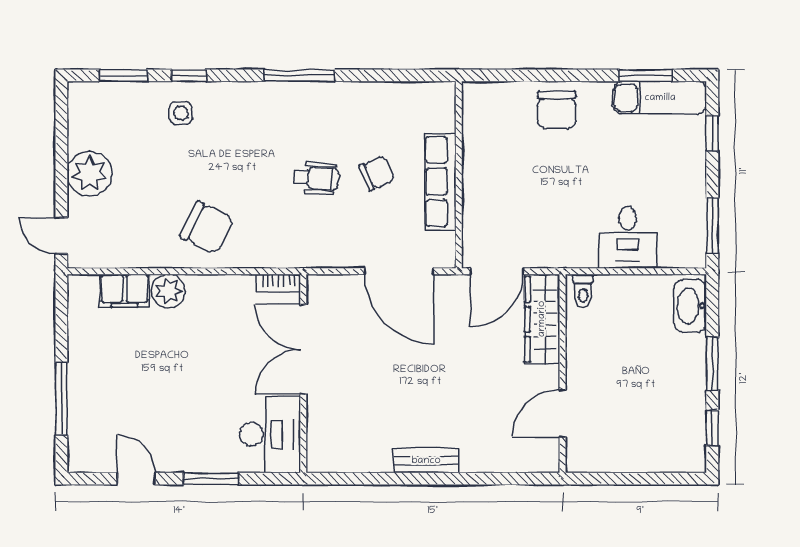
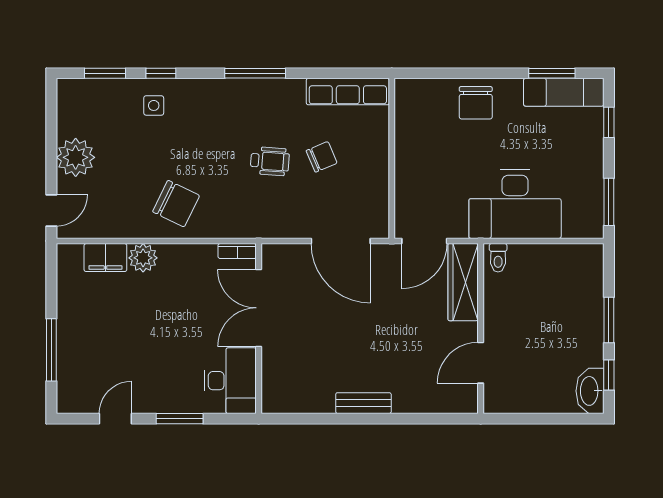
row of seats: (440, 182) -> (348, 92), moved, turned -90
door: (61, 236) -> (51, 210), swing flipped
desk: (628, 237) -> (515, 204), width x1.87, depth x1.30
washbasin: (690, 306) -> (590, 391), moved
door: (136, 479) -> (115, 419), hinge flipped

